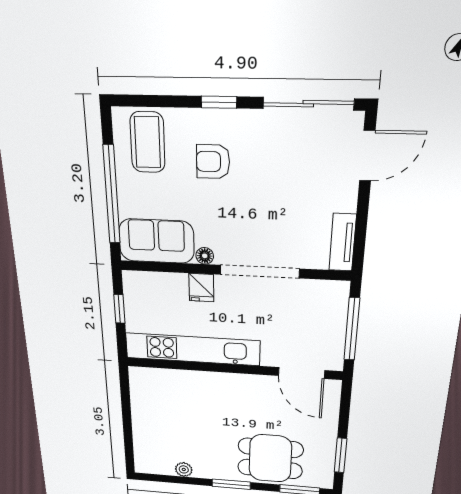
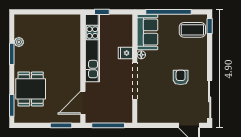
window: (219, 102) -> (210, 26), moved
armchair: (213, 162) -> (181, 77), moved
tv unit: (343, 242) -> (151, 118), removed
window: (119, 309) -> (102, 12), moved
window: (340, 455) -> (61, 125), moved
window: (231, 484) -> (12, 54), moved

